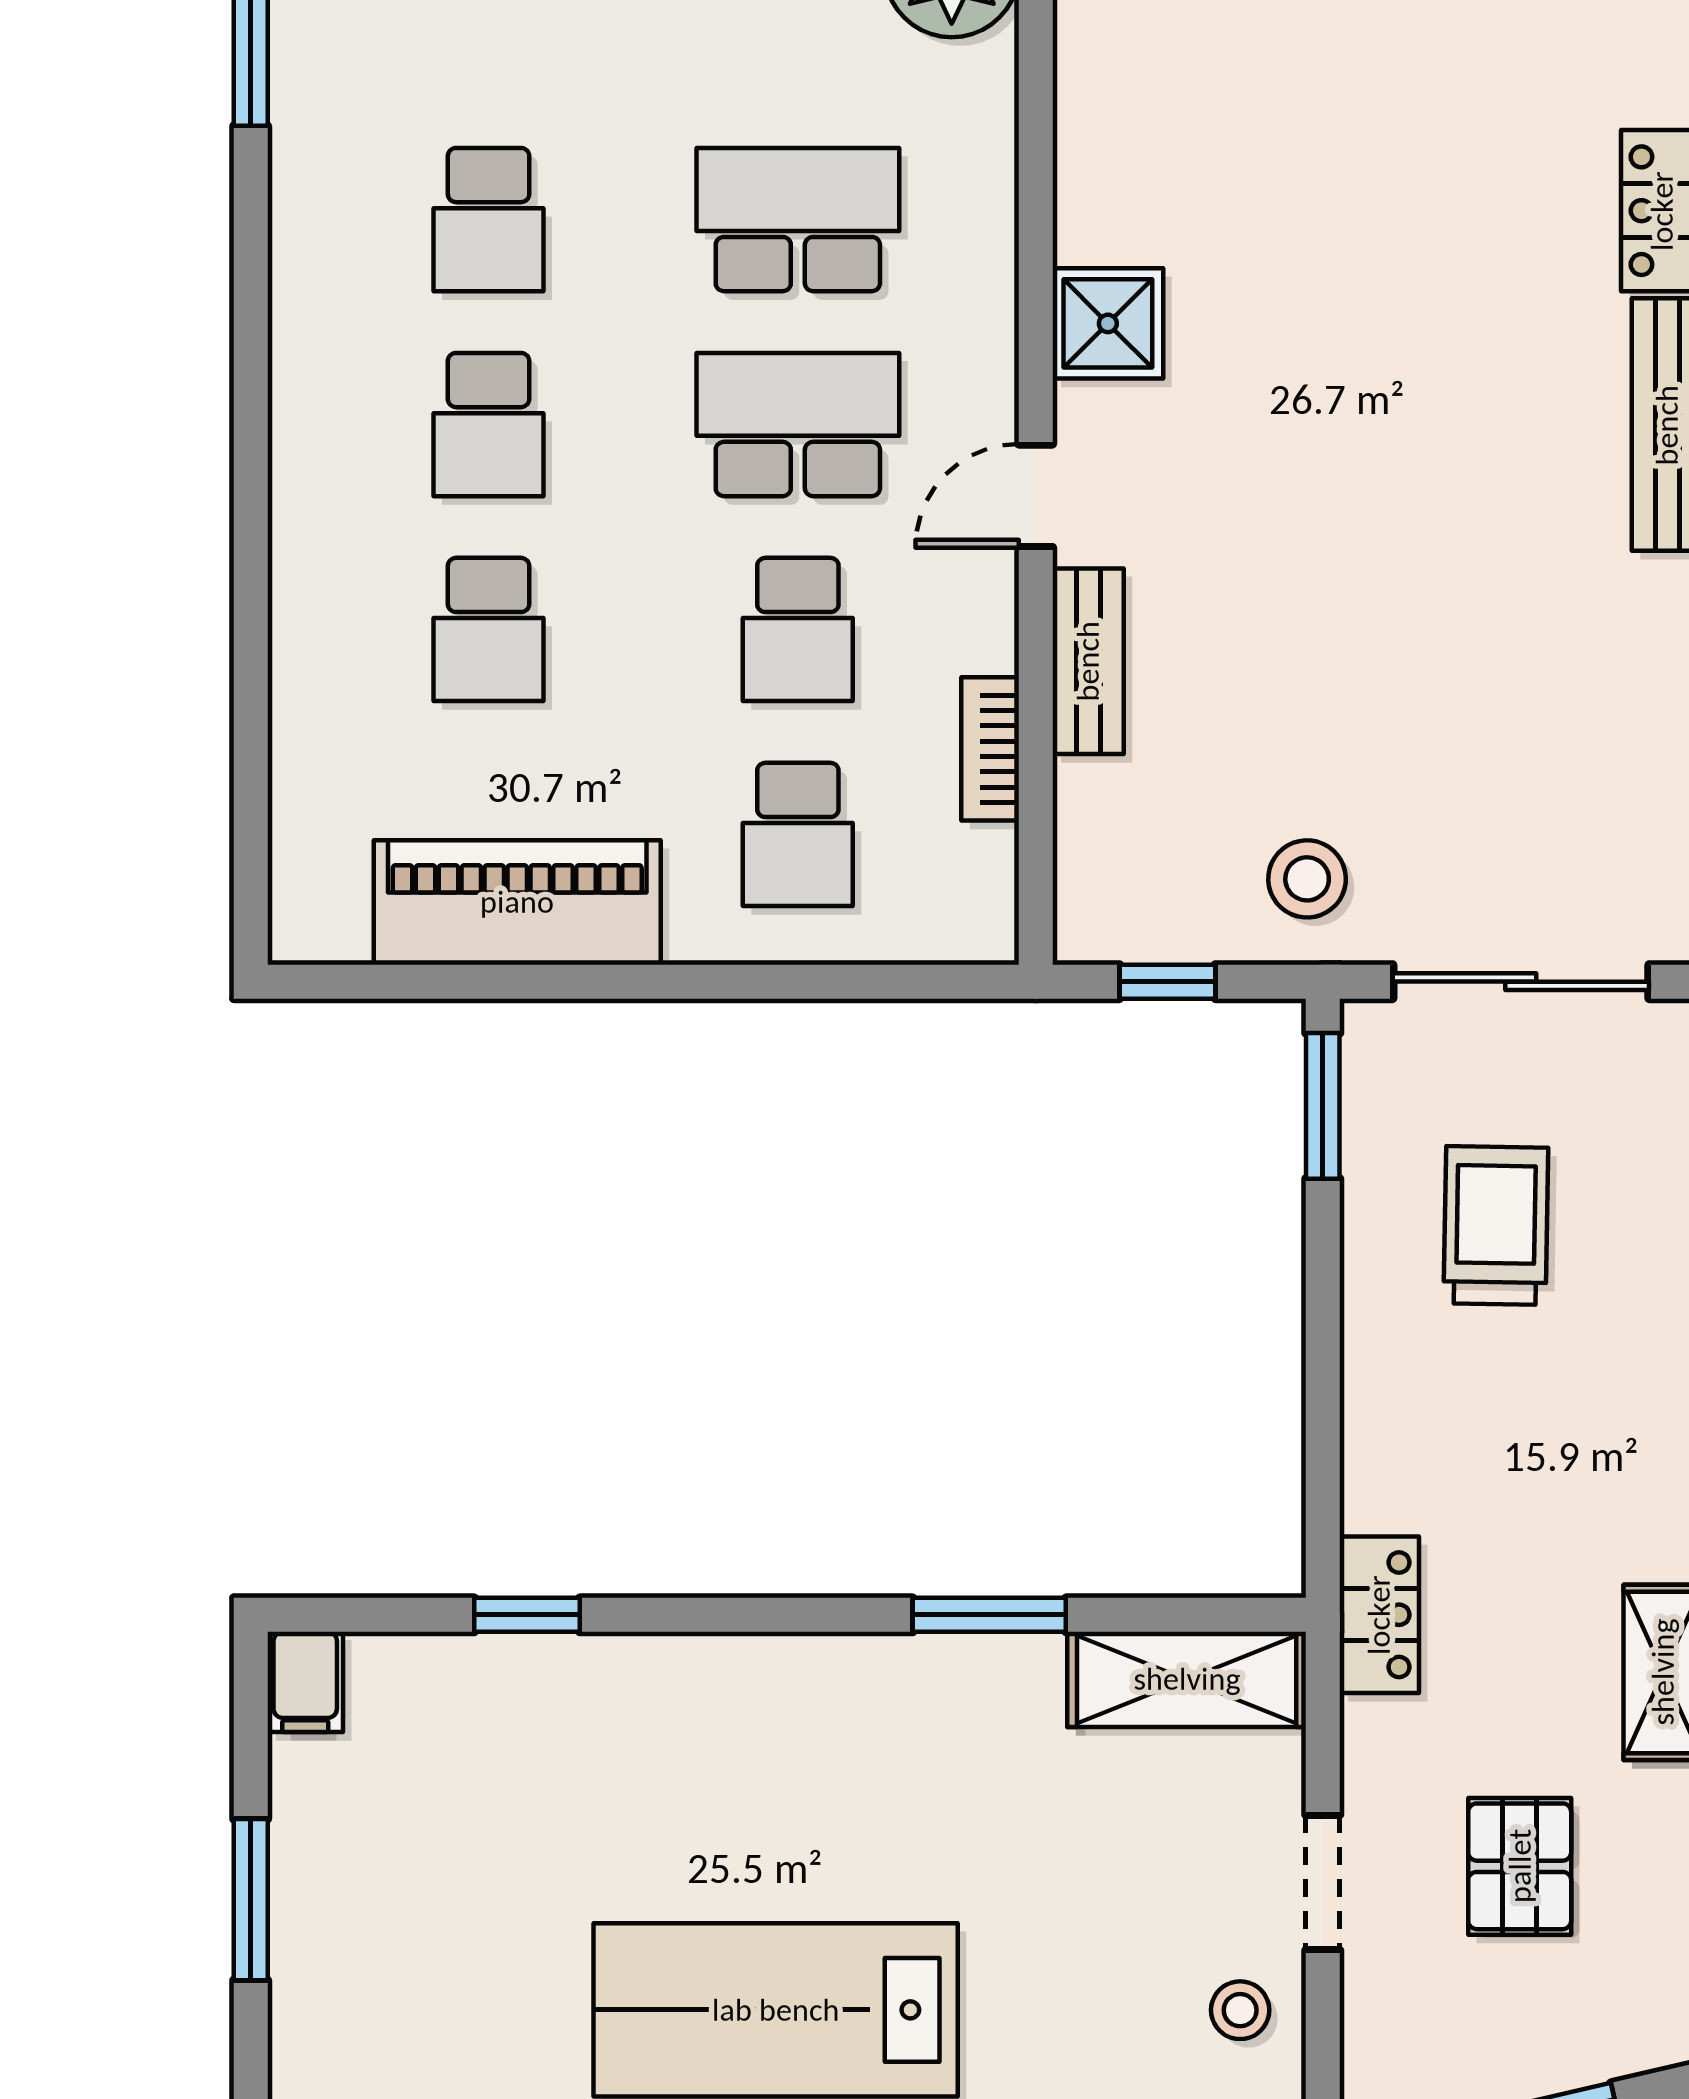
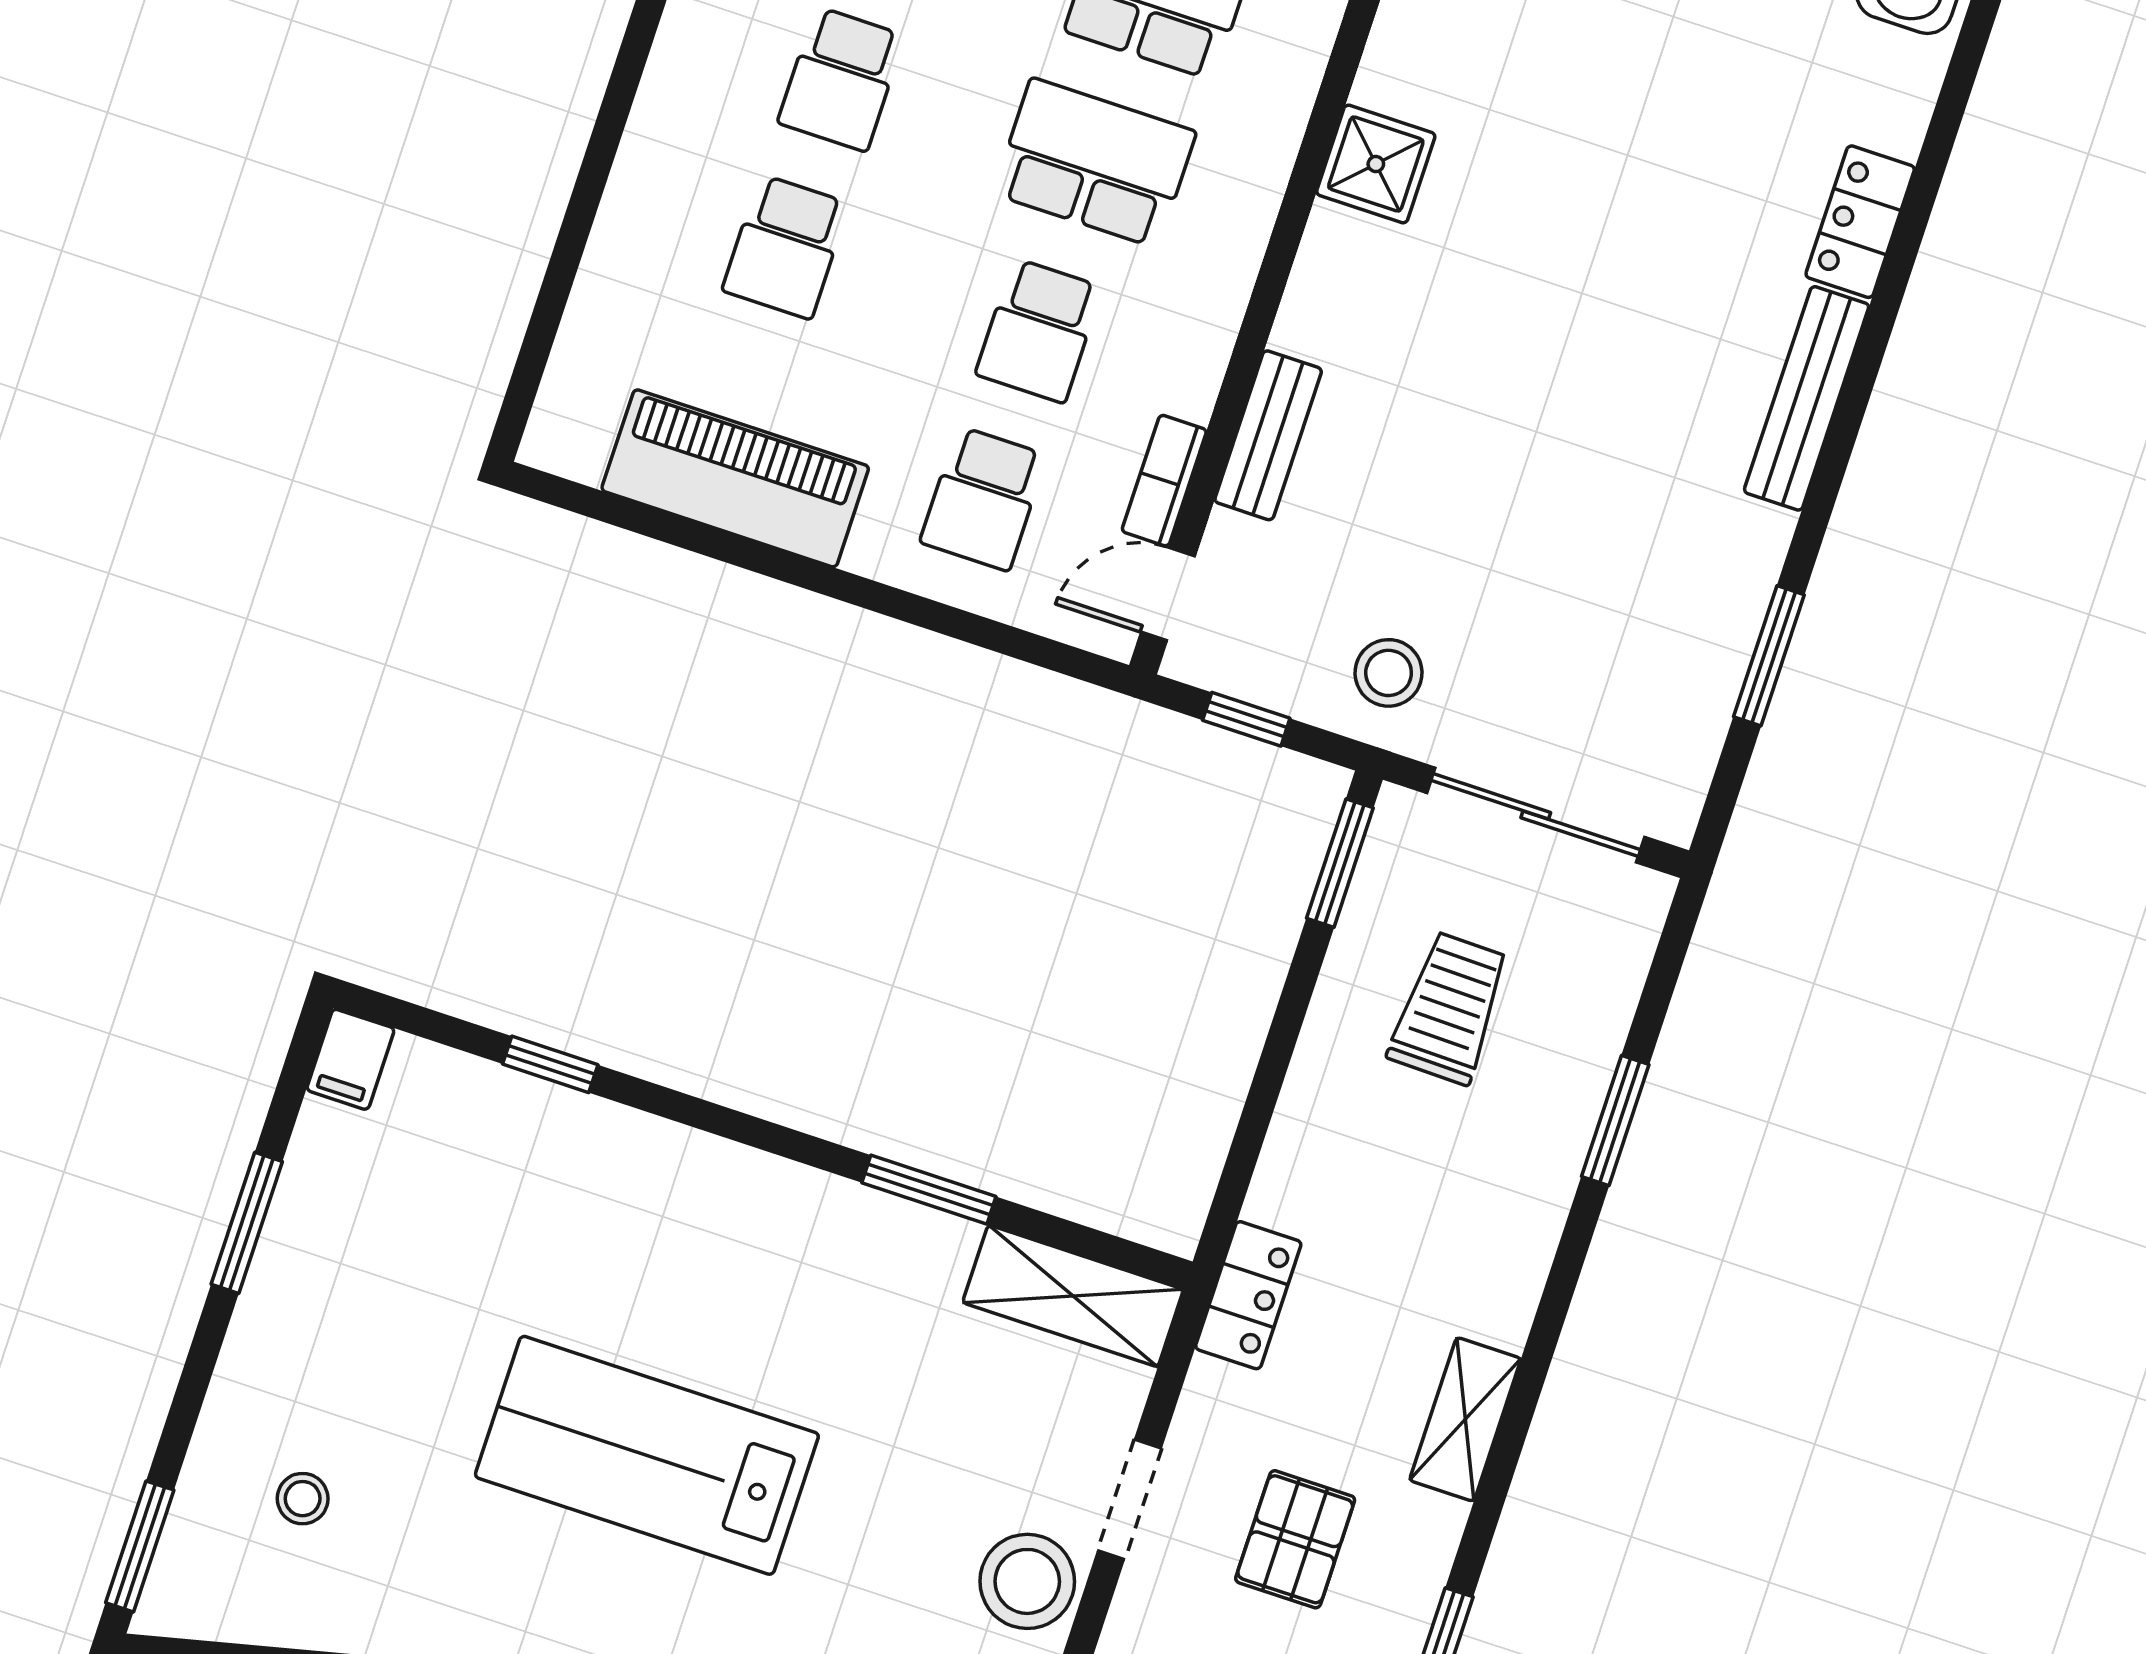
door: (1036, 496) -> (1168, 594), moved
stool: (1240, 2010) -> (1027, 1581), width x1.89, depth x1.89

